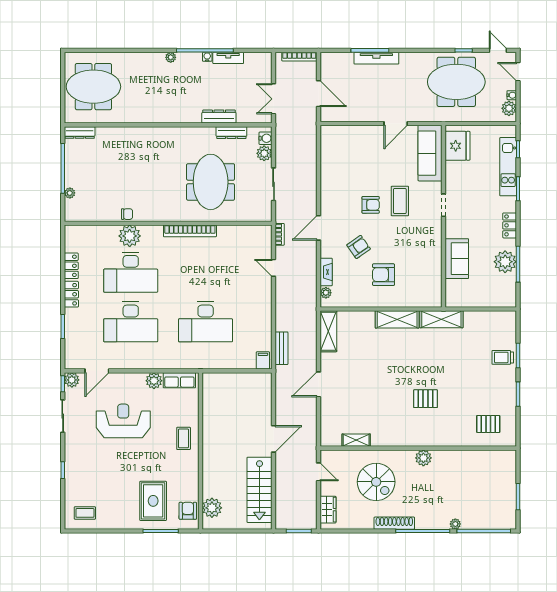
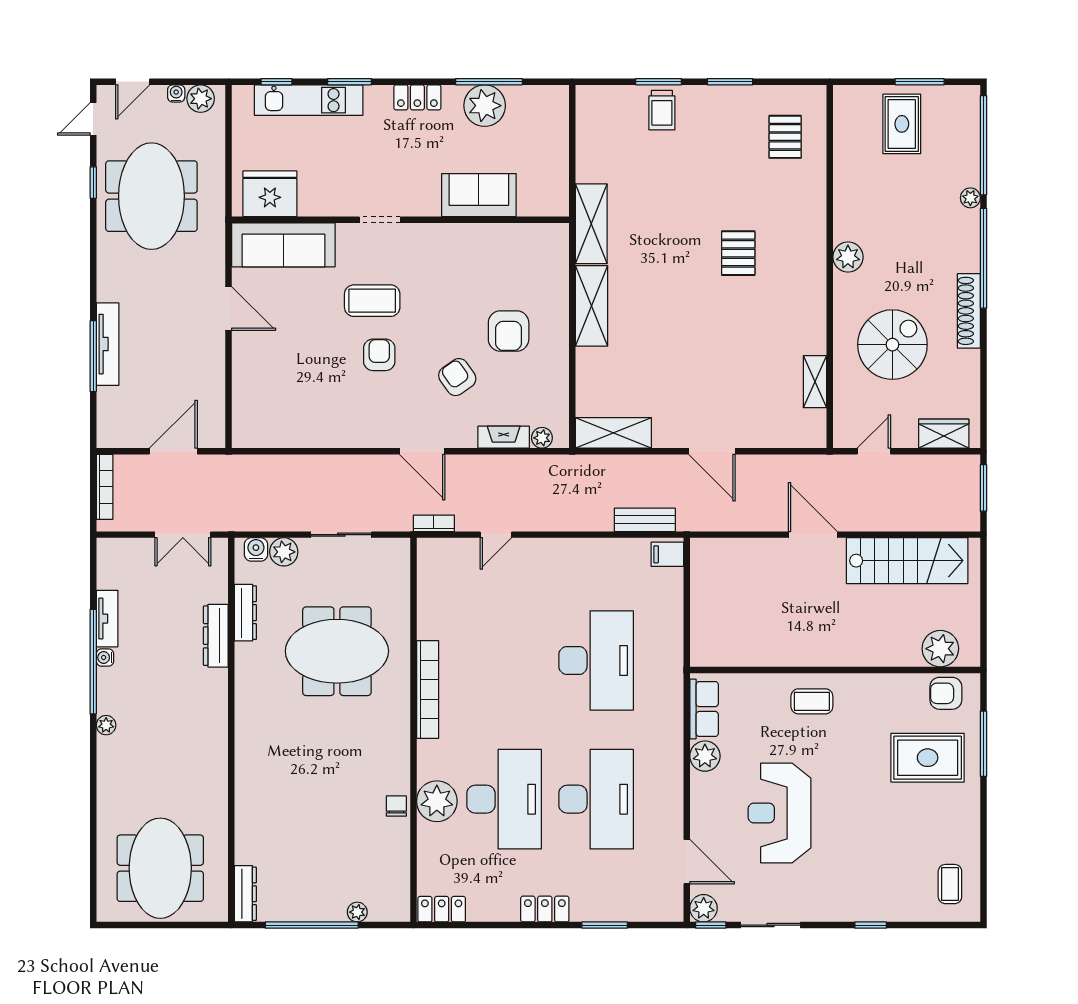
locker: (71, 266) -> (442, 909), moved
rug: (495, 487) -> (902, 124), added

